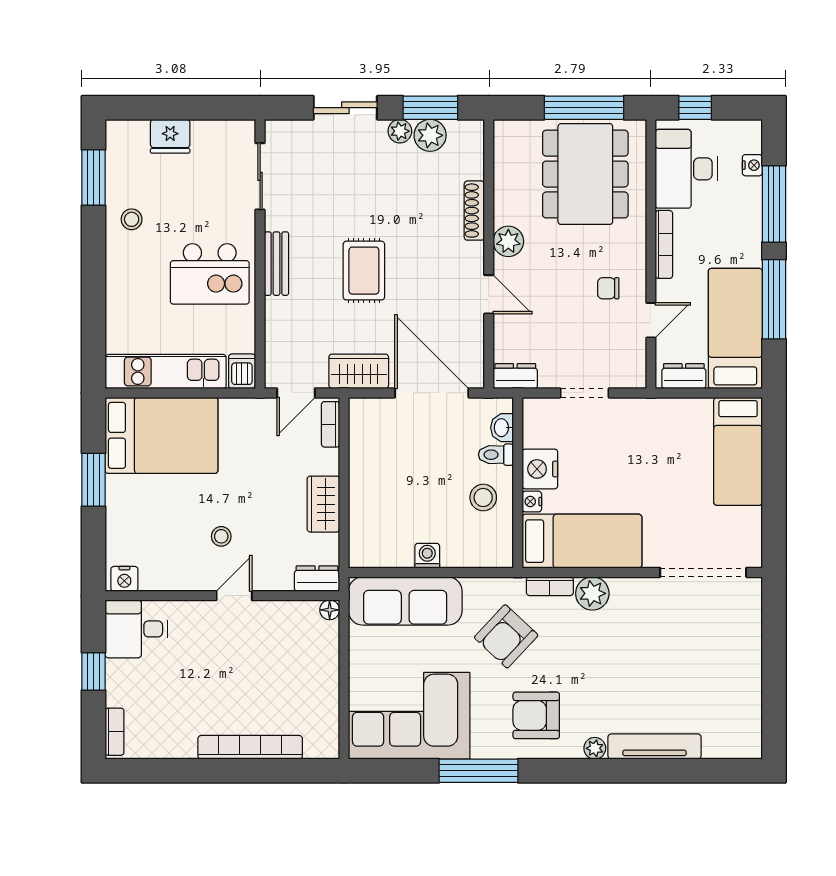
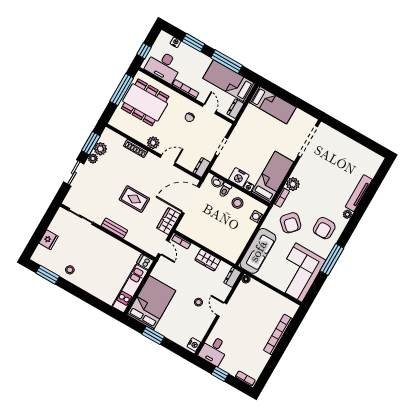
window: (774, 204) -> (193, 43), width x0.69
kitchen island: (210, 274) -> (105, 254), removed
washing machine: (427, 556) -> (257, 217), moved

